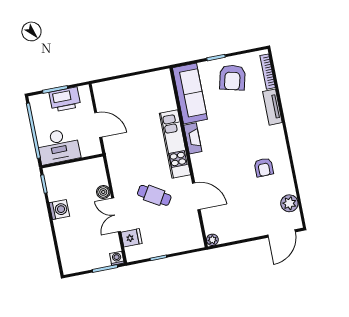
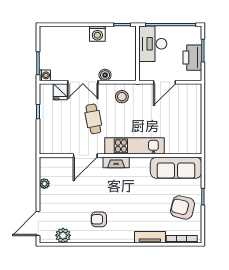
fireplace: (193, 138) -> (116, 162), moved
stool: (123, 169) -> (122, 97), added
cafe table: (154, 195) -> (93, 119), turned -42
double door: (116, 215) -> (83, 82), swing flipped
door: (282, 233) -> (38, 223), hinge flipped
plant: (212, 240) -> (44, 184), moved

